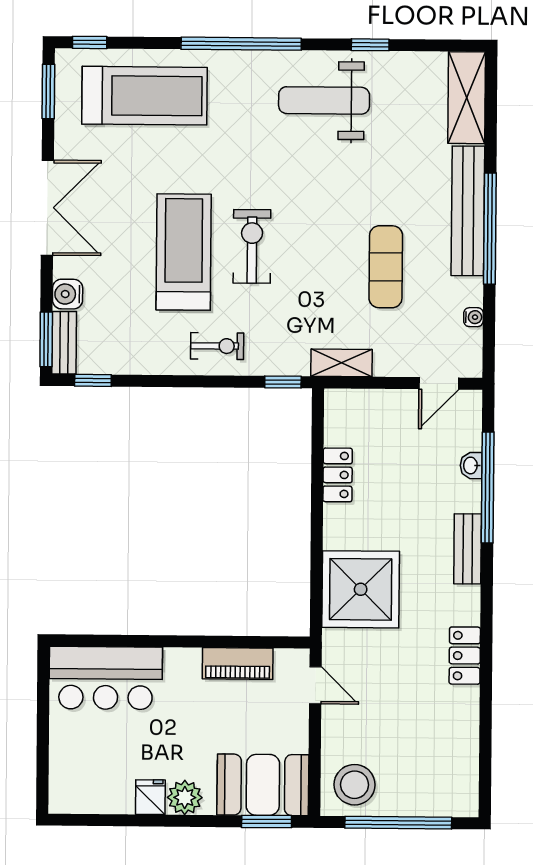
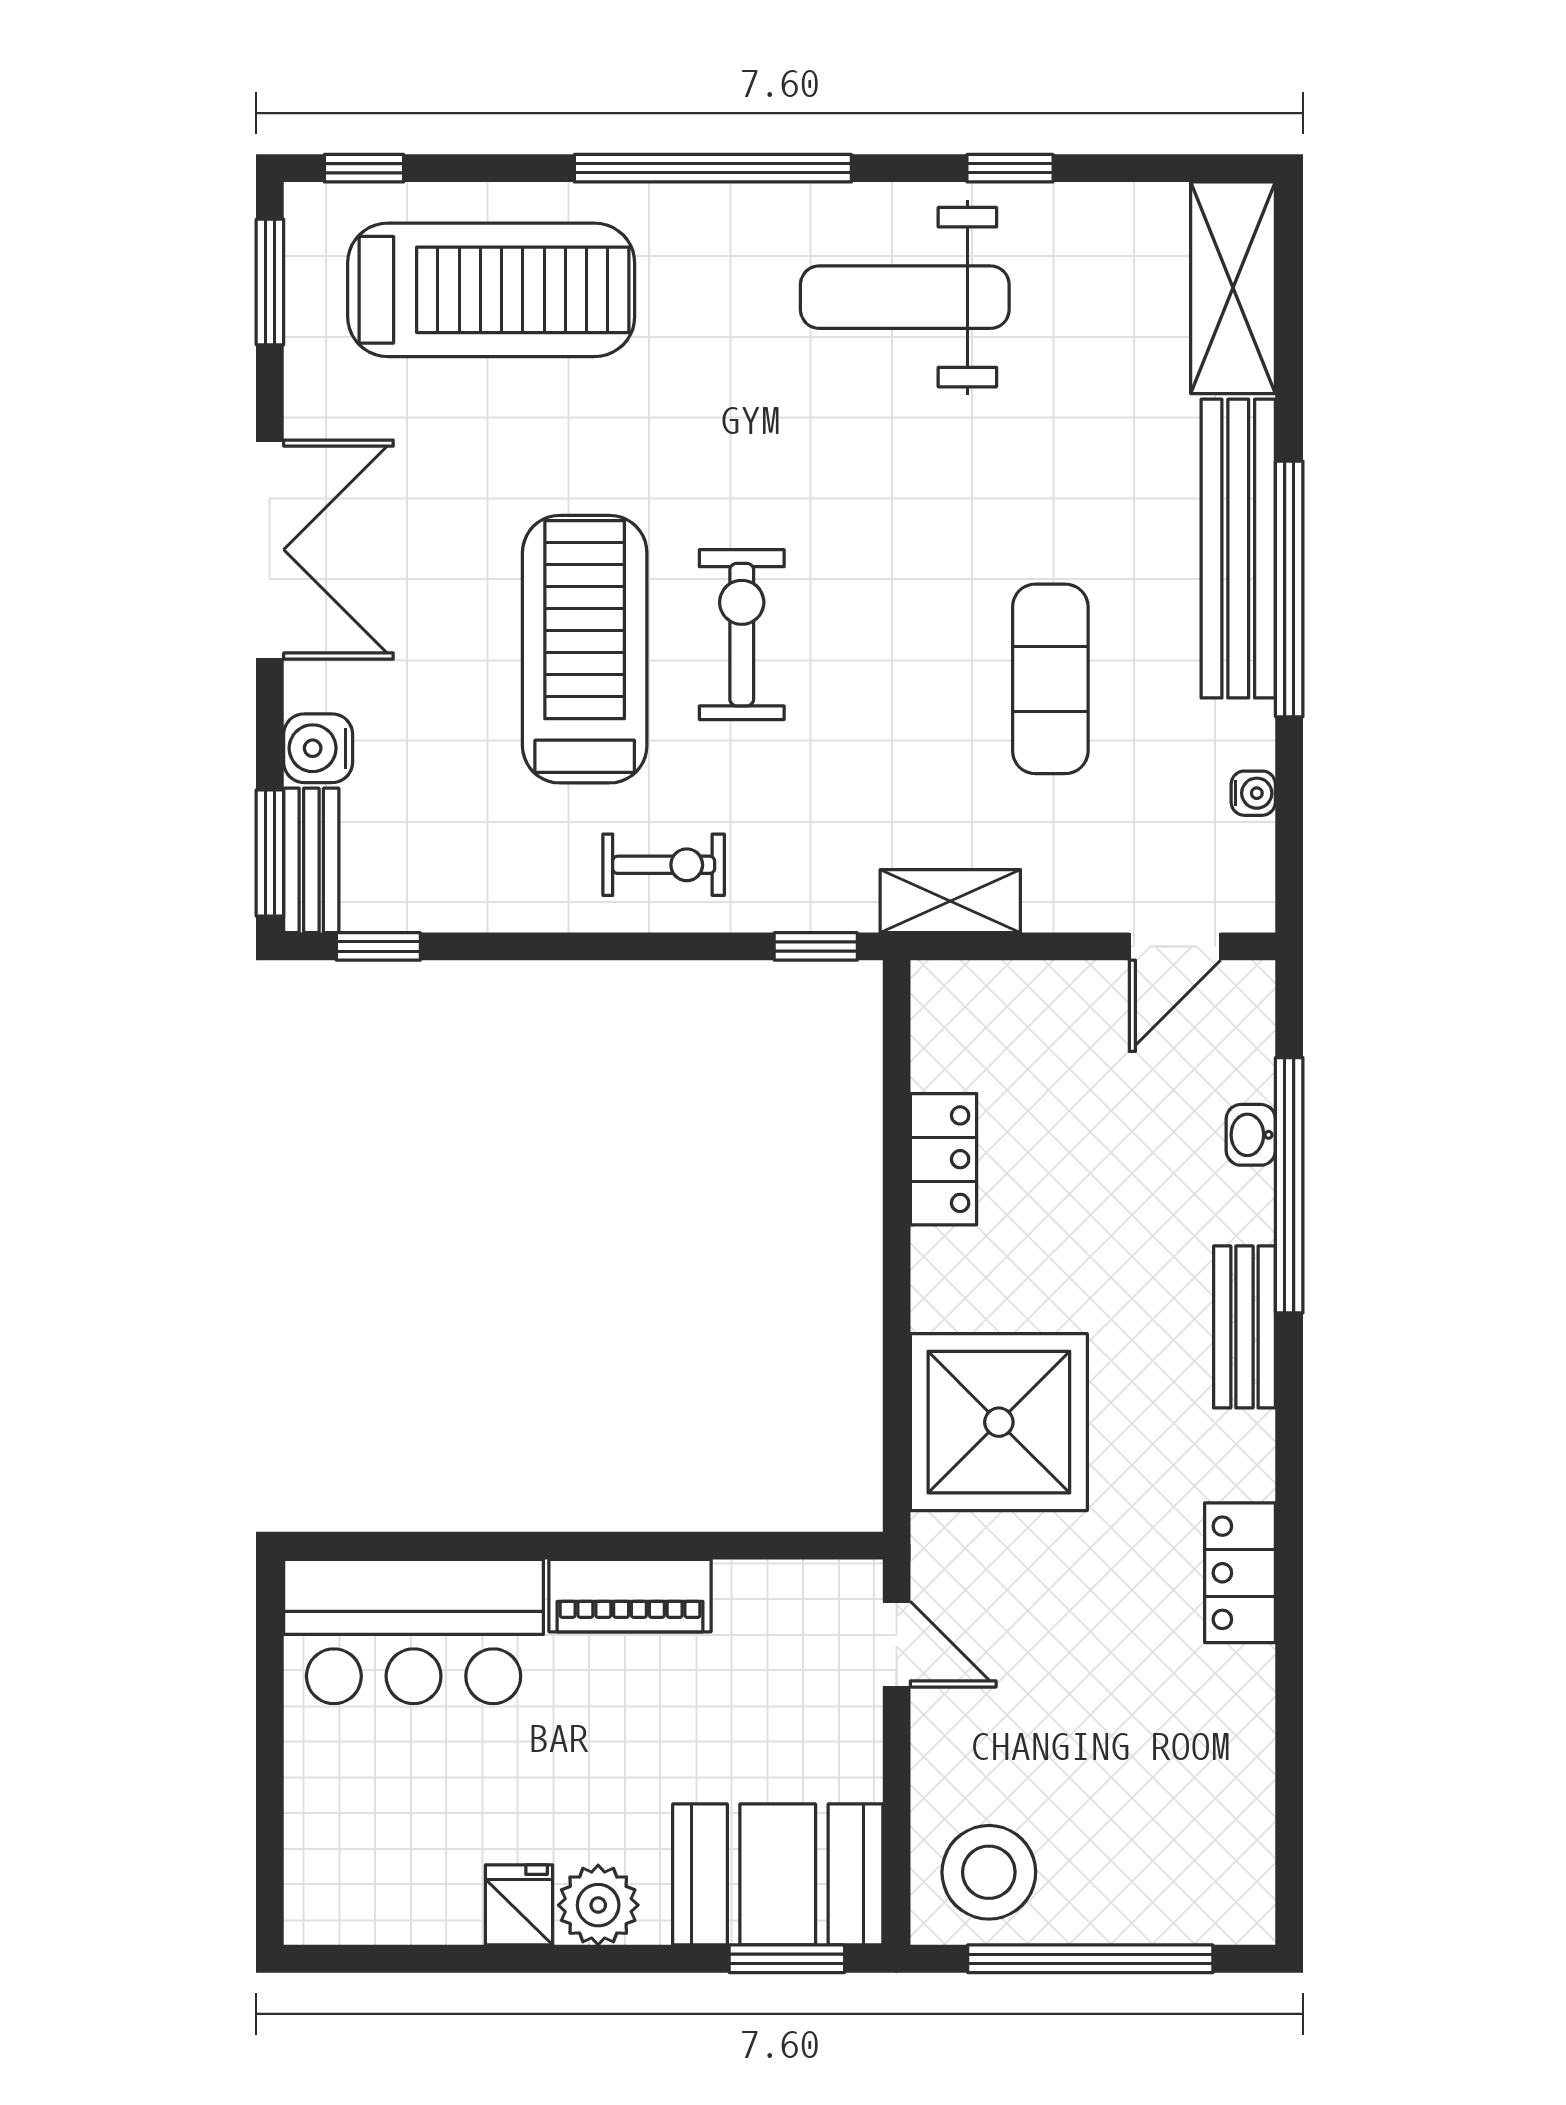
piano: (238, 664) -> (630, 1596), moved

